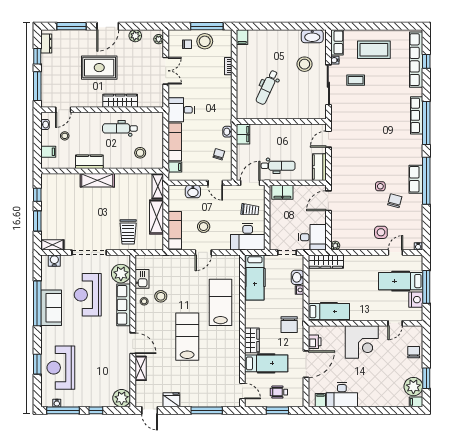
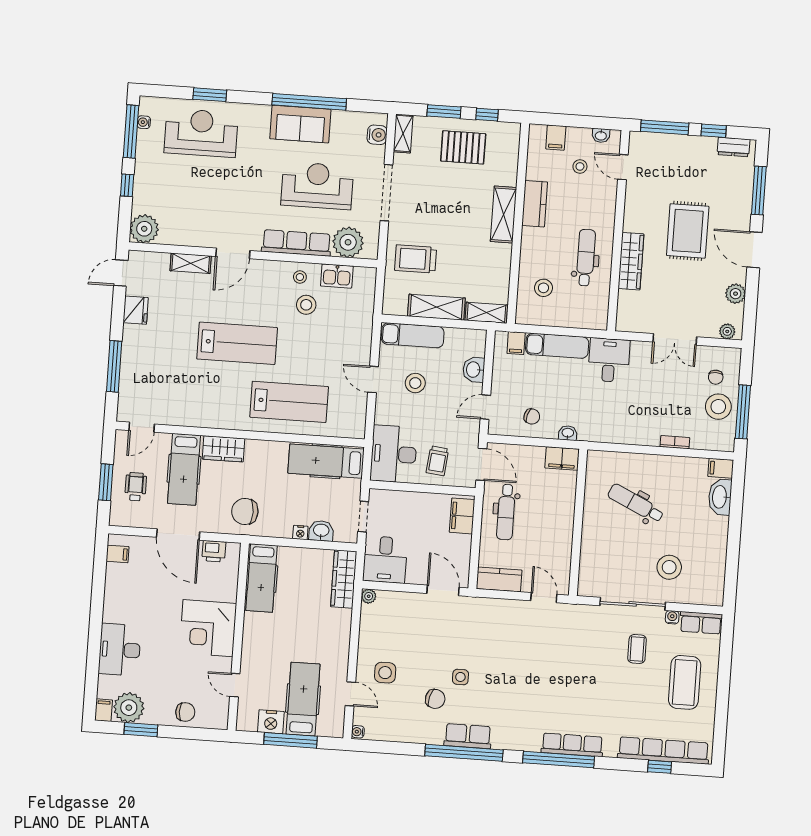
washbasin: (312, 36) -> (720, 497), moved
pallet: (58, 208) -> (463, 147), added
desk: (342, 395) -> (120, 650), moved

